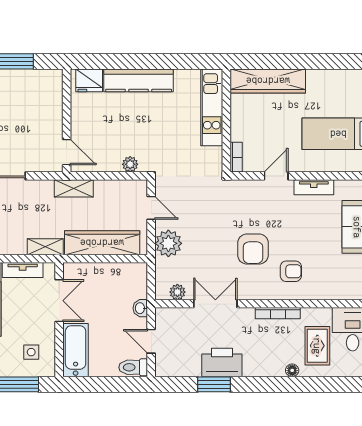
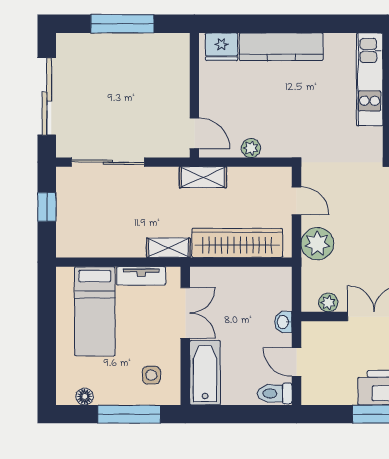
plant: (130, 164) -> (251, 148), moved

